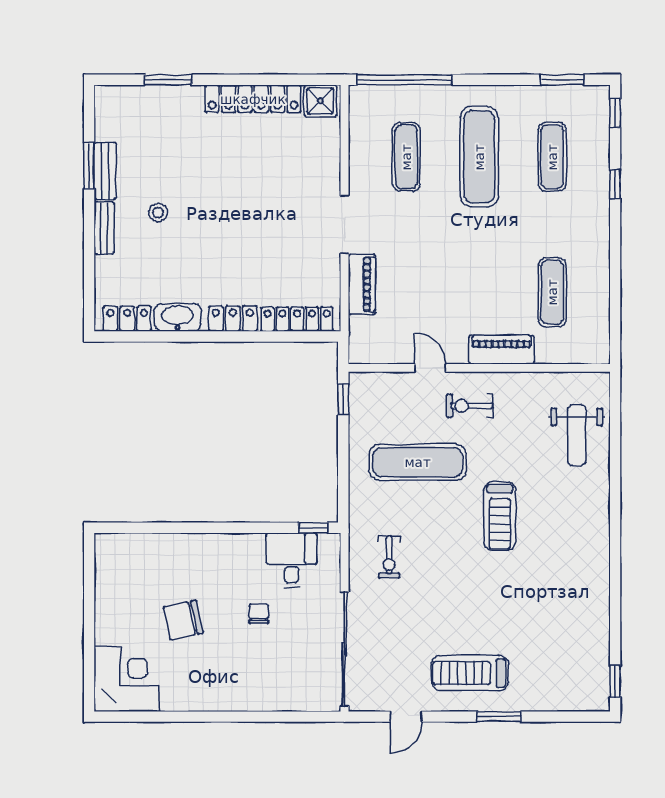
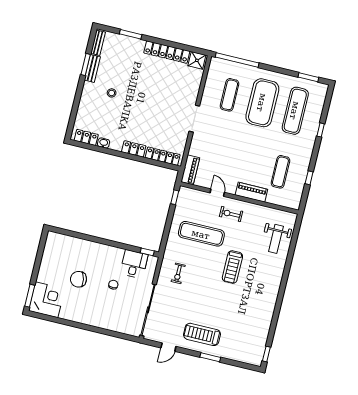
window: (615, 113) -> (309, 178), moved
exercise mat: (479, 157) -> (262, 103), width x1.47
exercise mat: (552, 157) -> (295, 111), width x1.36, depth x1.45
bench: (104, 228) -> (98, 43), moved
piano: (362, 284) -> (190, 170), moved
washbasin: (178, 317) -> (104, 143), width x0.52, depth x0.69
window: (89, 679) -> (30, 296), added

